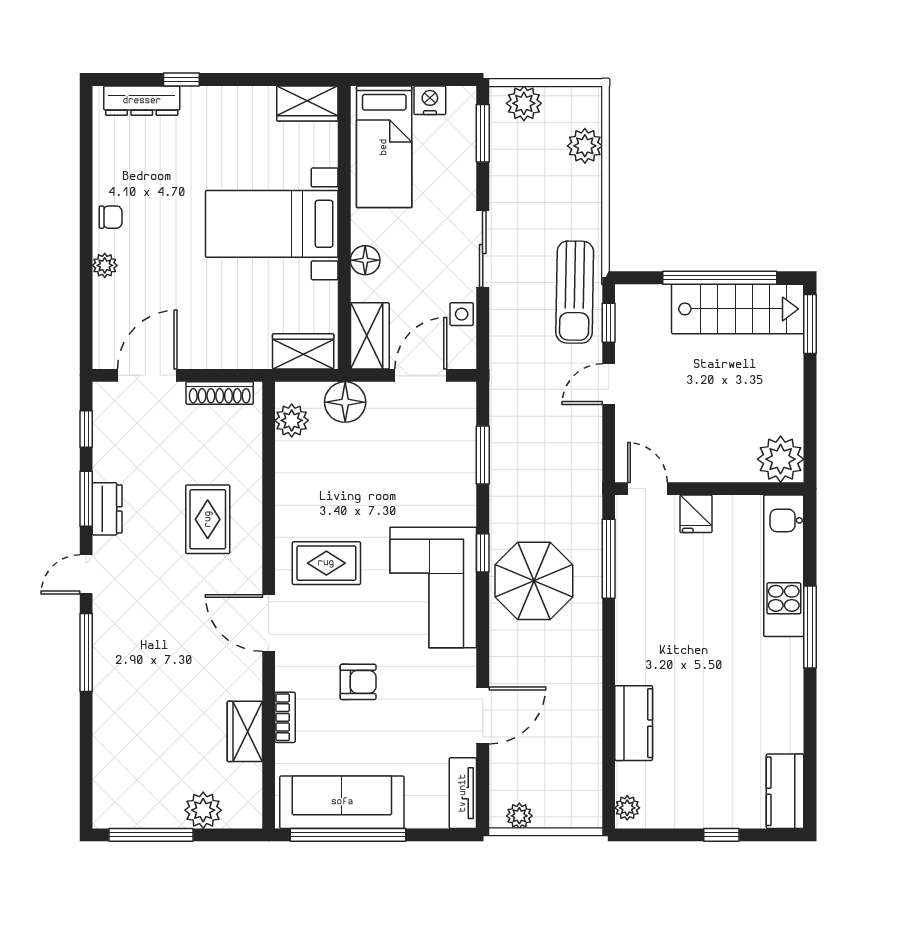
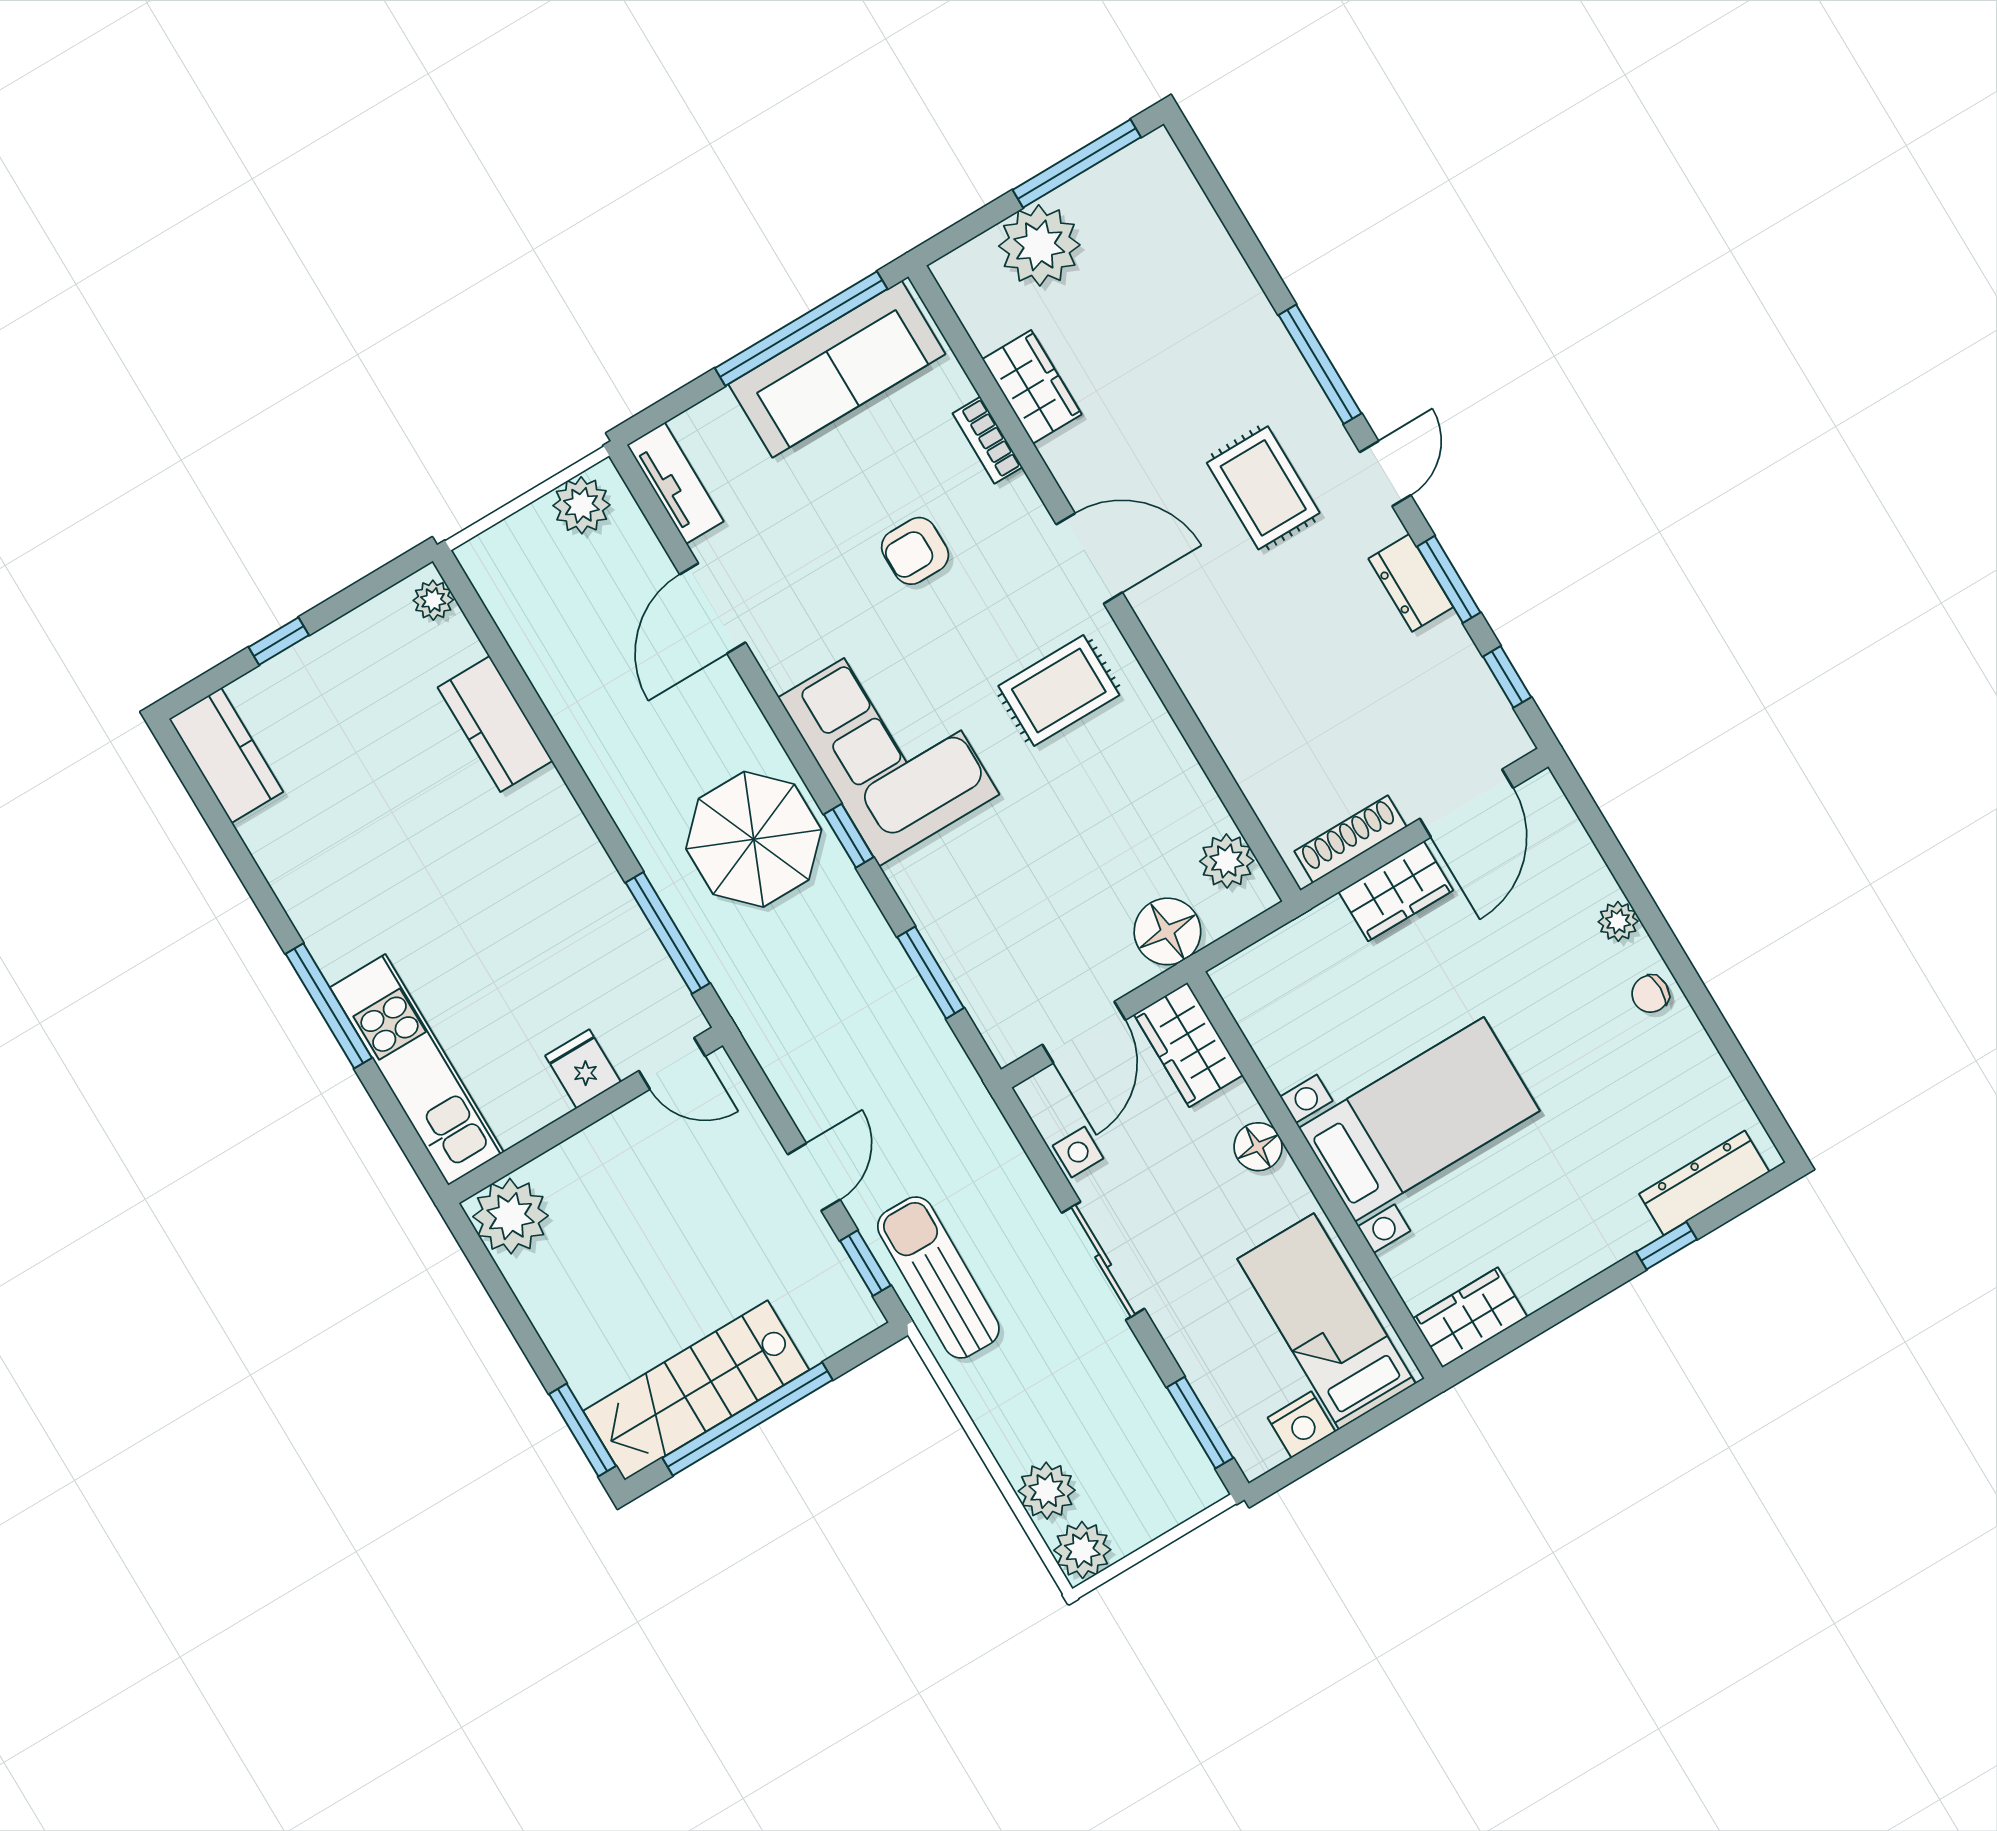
plant: (524, 103) -> (1082, 1550), moved
wardrobe: (303, 351) -> (1396, 891), moved
rug: (208, 519) -> (1263, 488), moved
plant: (203, 810) -> (1039, 245), width x1.36, depth x1.36
plant: (519, 816) -> (581, 505), width x1.38, depth x1.38

